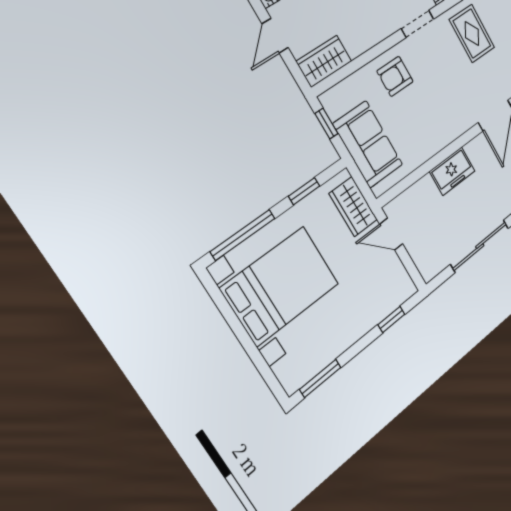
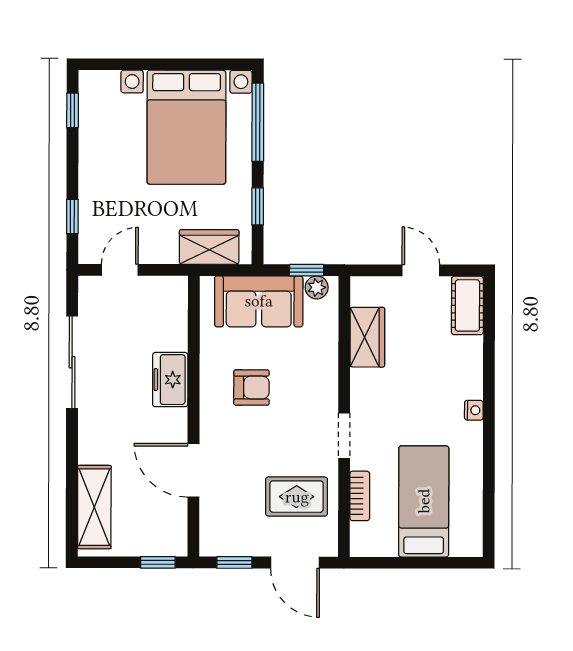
wardrobe: (324, 61) -> (367, 337), moved
armchair: (395, 76) -> (251, 387), moved, turned 90
plant: (334, 108) -> (317, 287), added
door: (391, 234) -> (120, 270), moved
window: (320, 378) -> (73, 110), width x0.67

